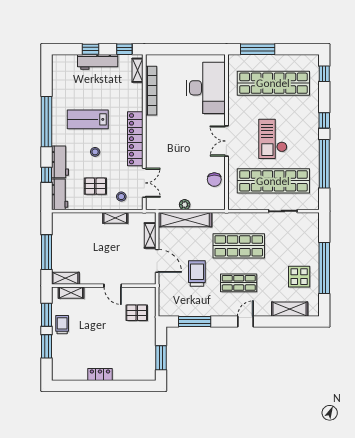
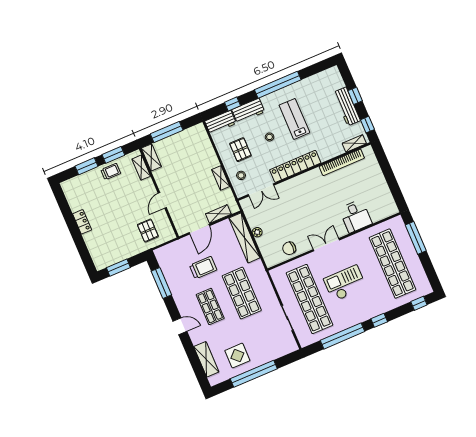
desk: (206, 88) -> (356, 216), width x0.53, depth x0.77

